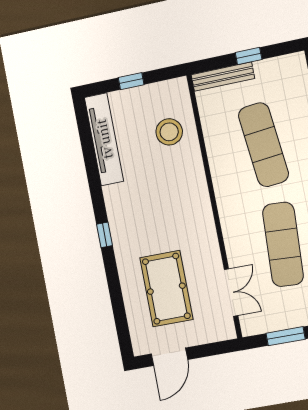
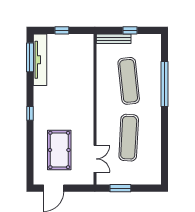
stool: (169, 132) -> (78, 63), removed
window: (86, 139) -> (30, 57), added

